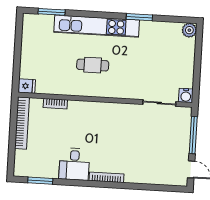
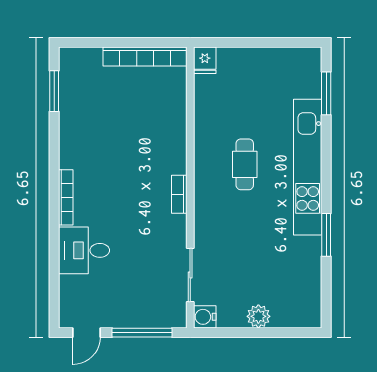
plant: (189, 30) -> (258, 316), moved
bookcase: (55, 104) -> (179, 194), moved
desk: (74, 164) -> (84, 250), moved

